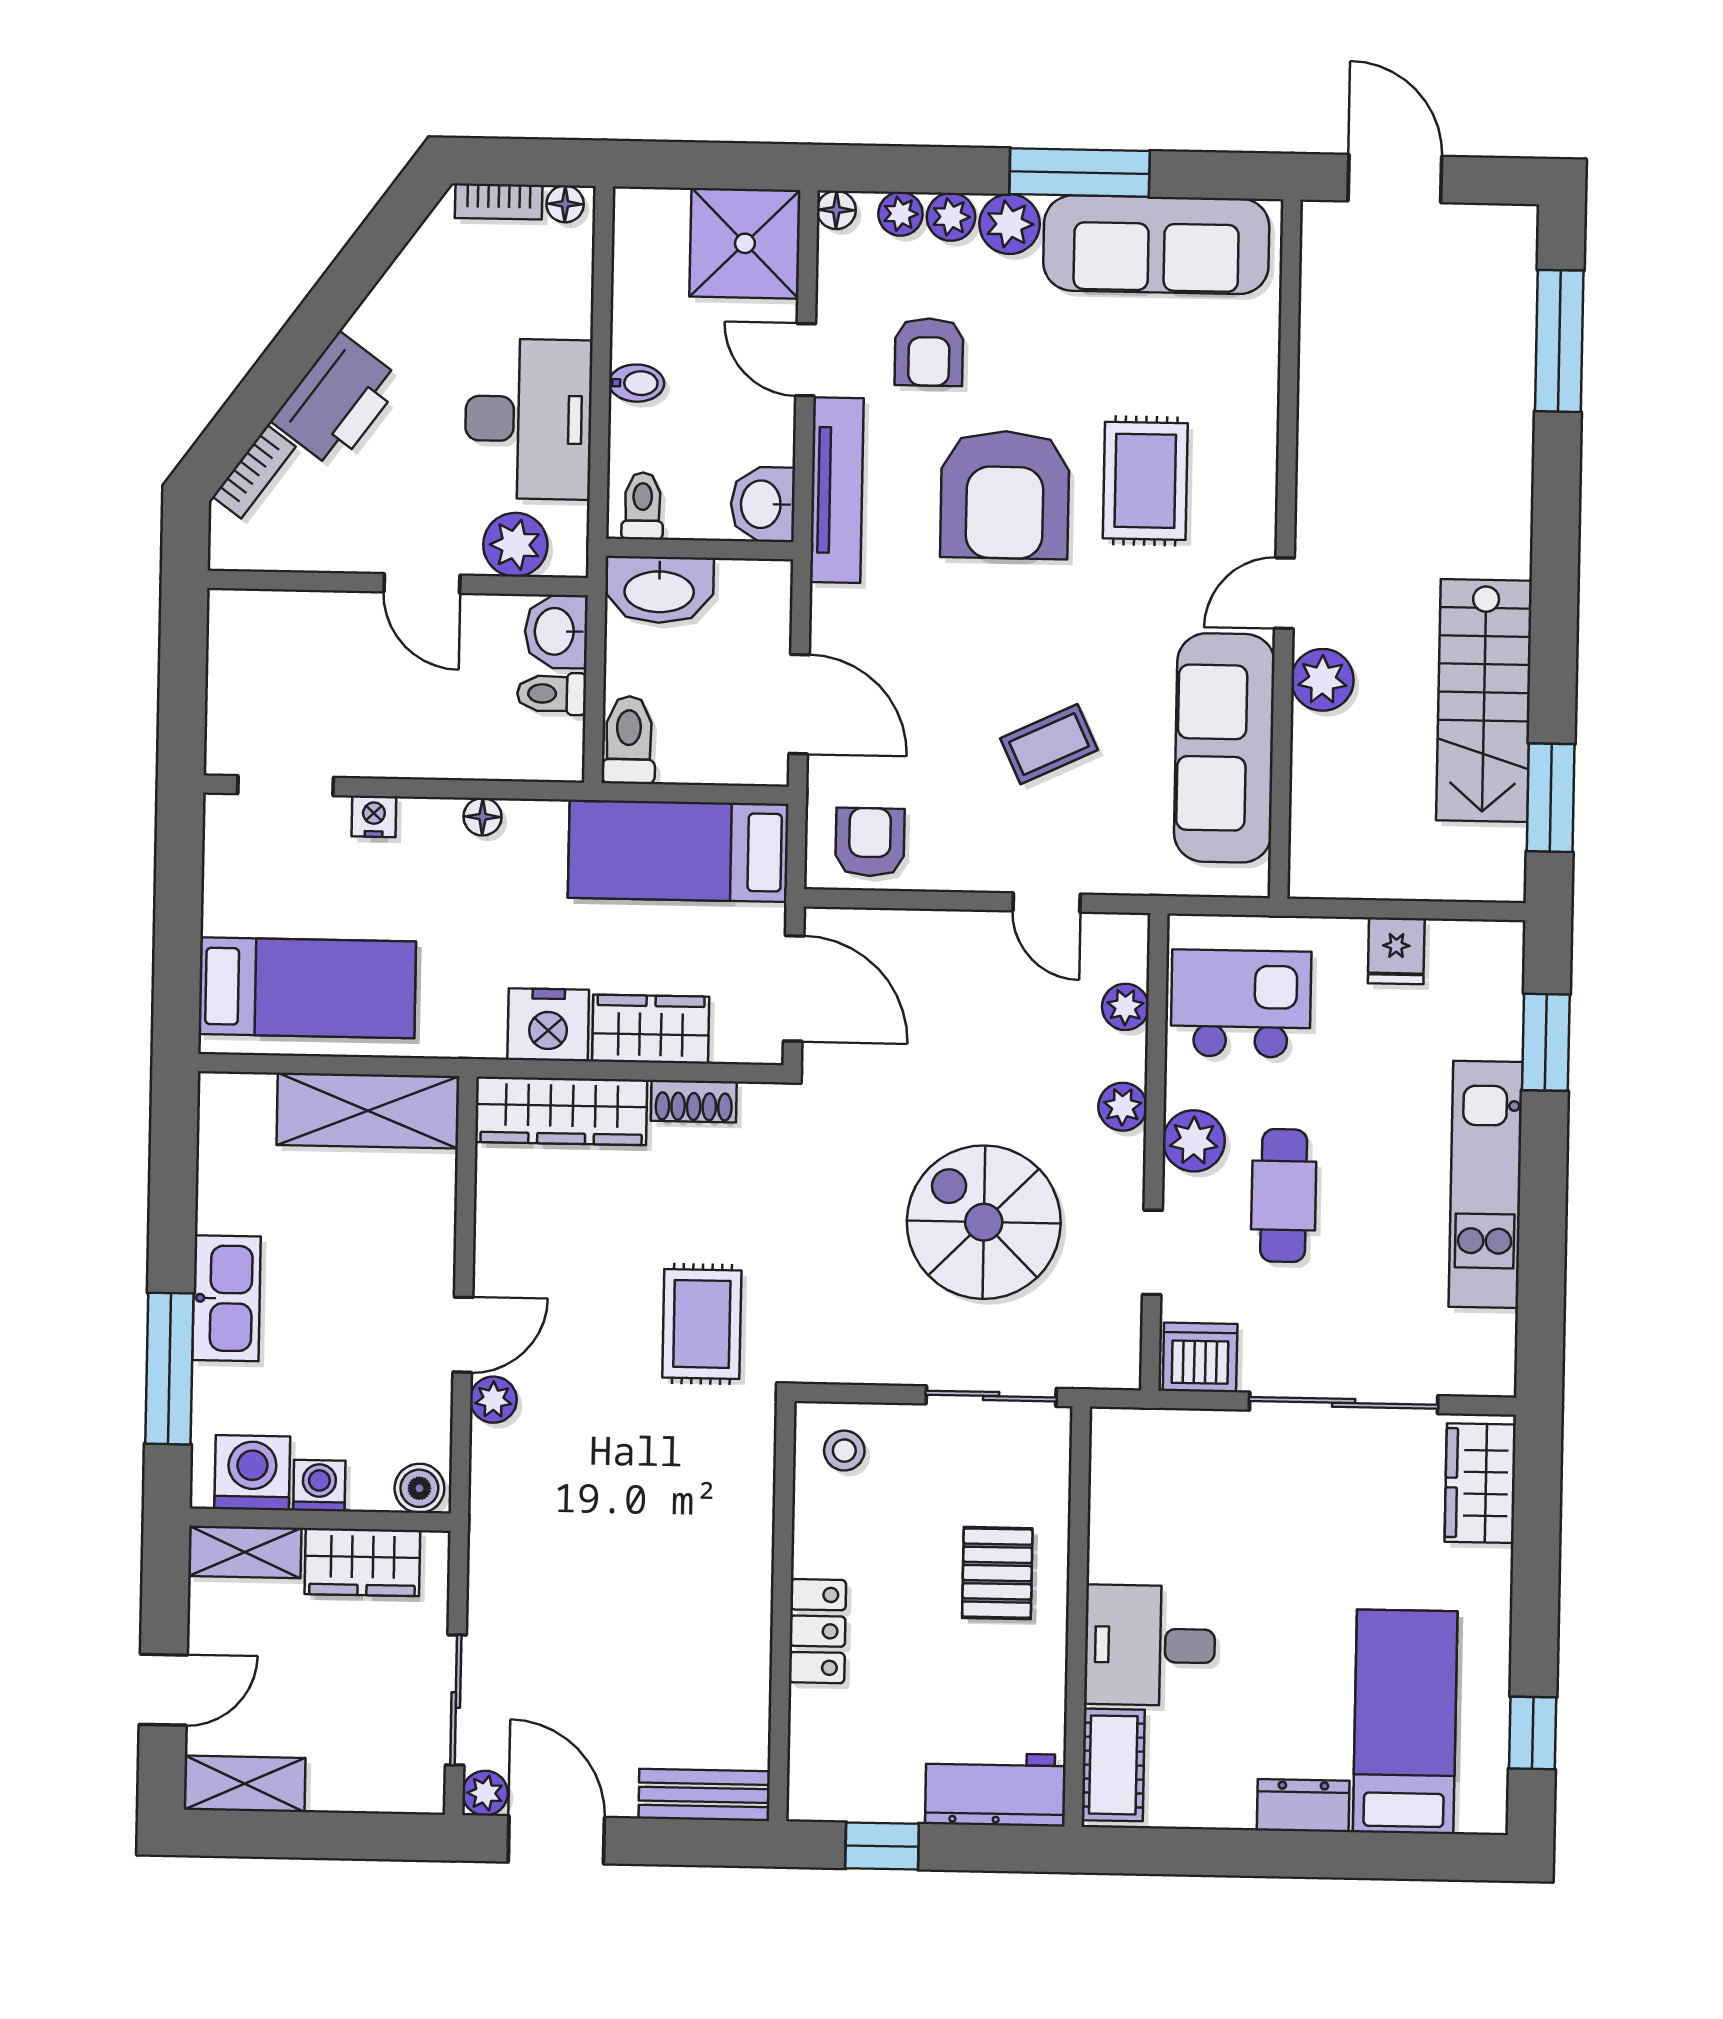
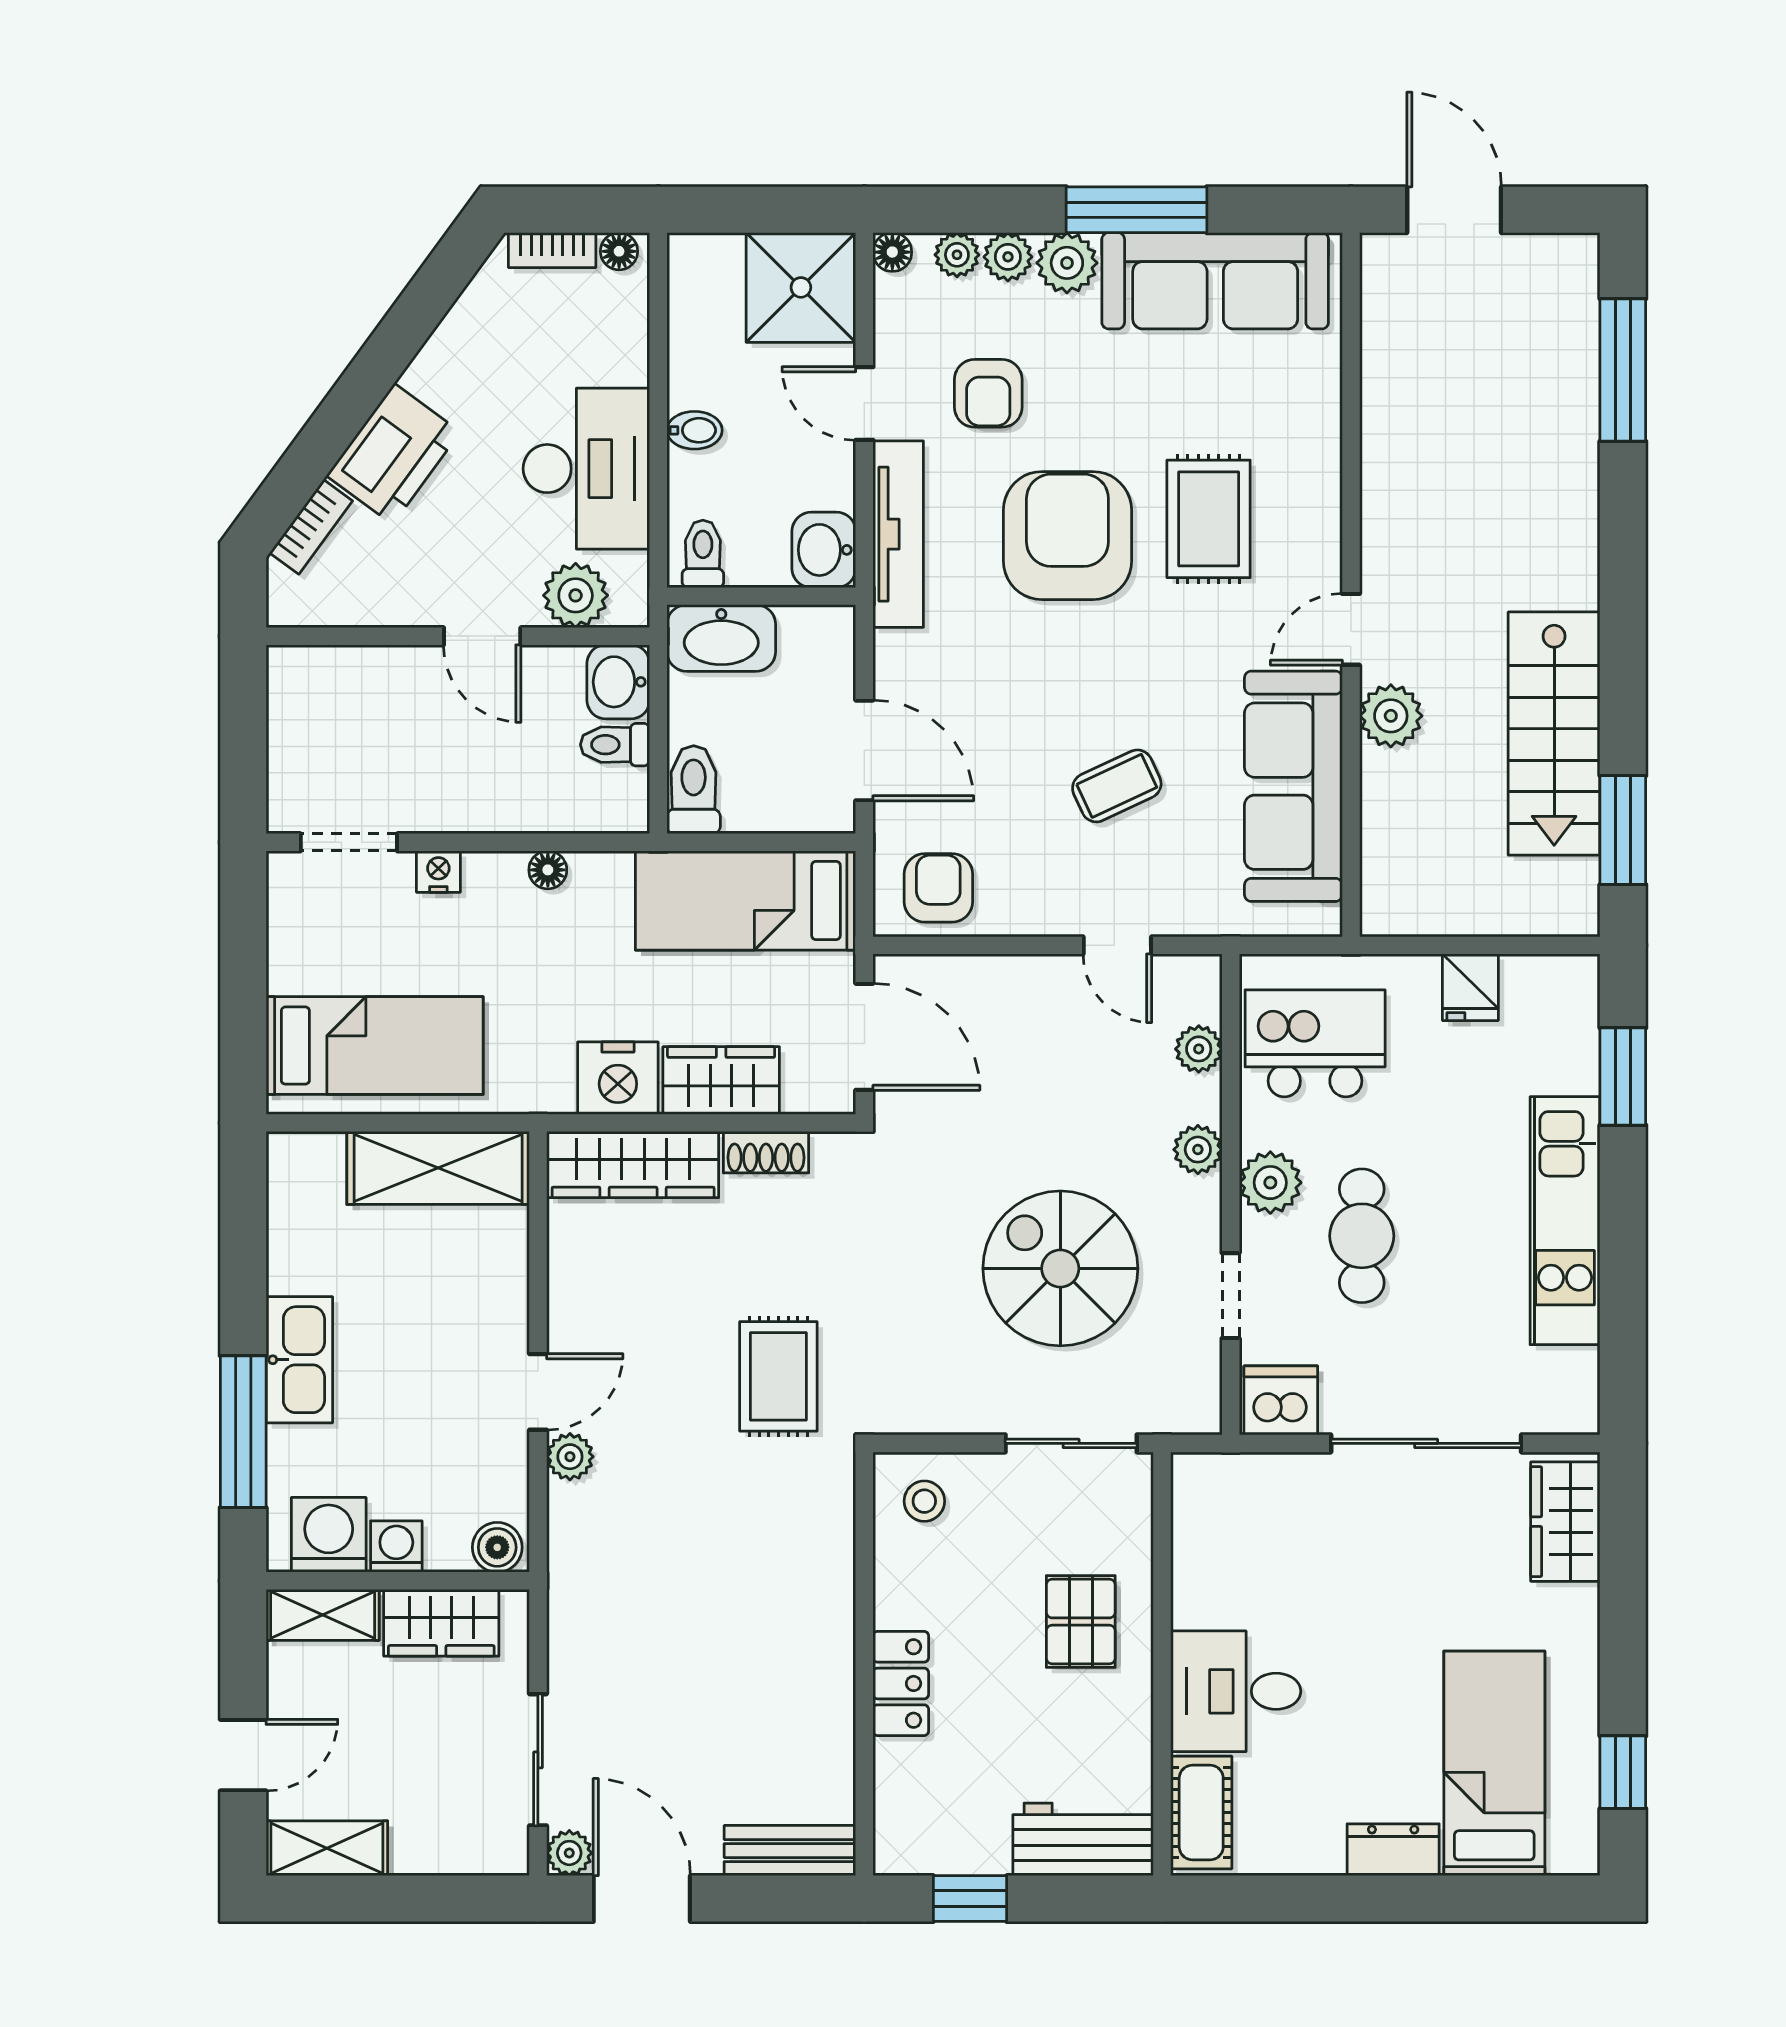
armchair: (1005, 495) -> (1067, 536), turned 180

